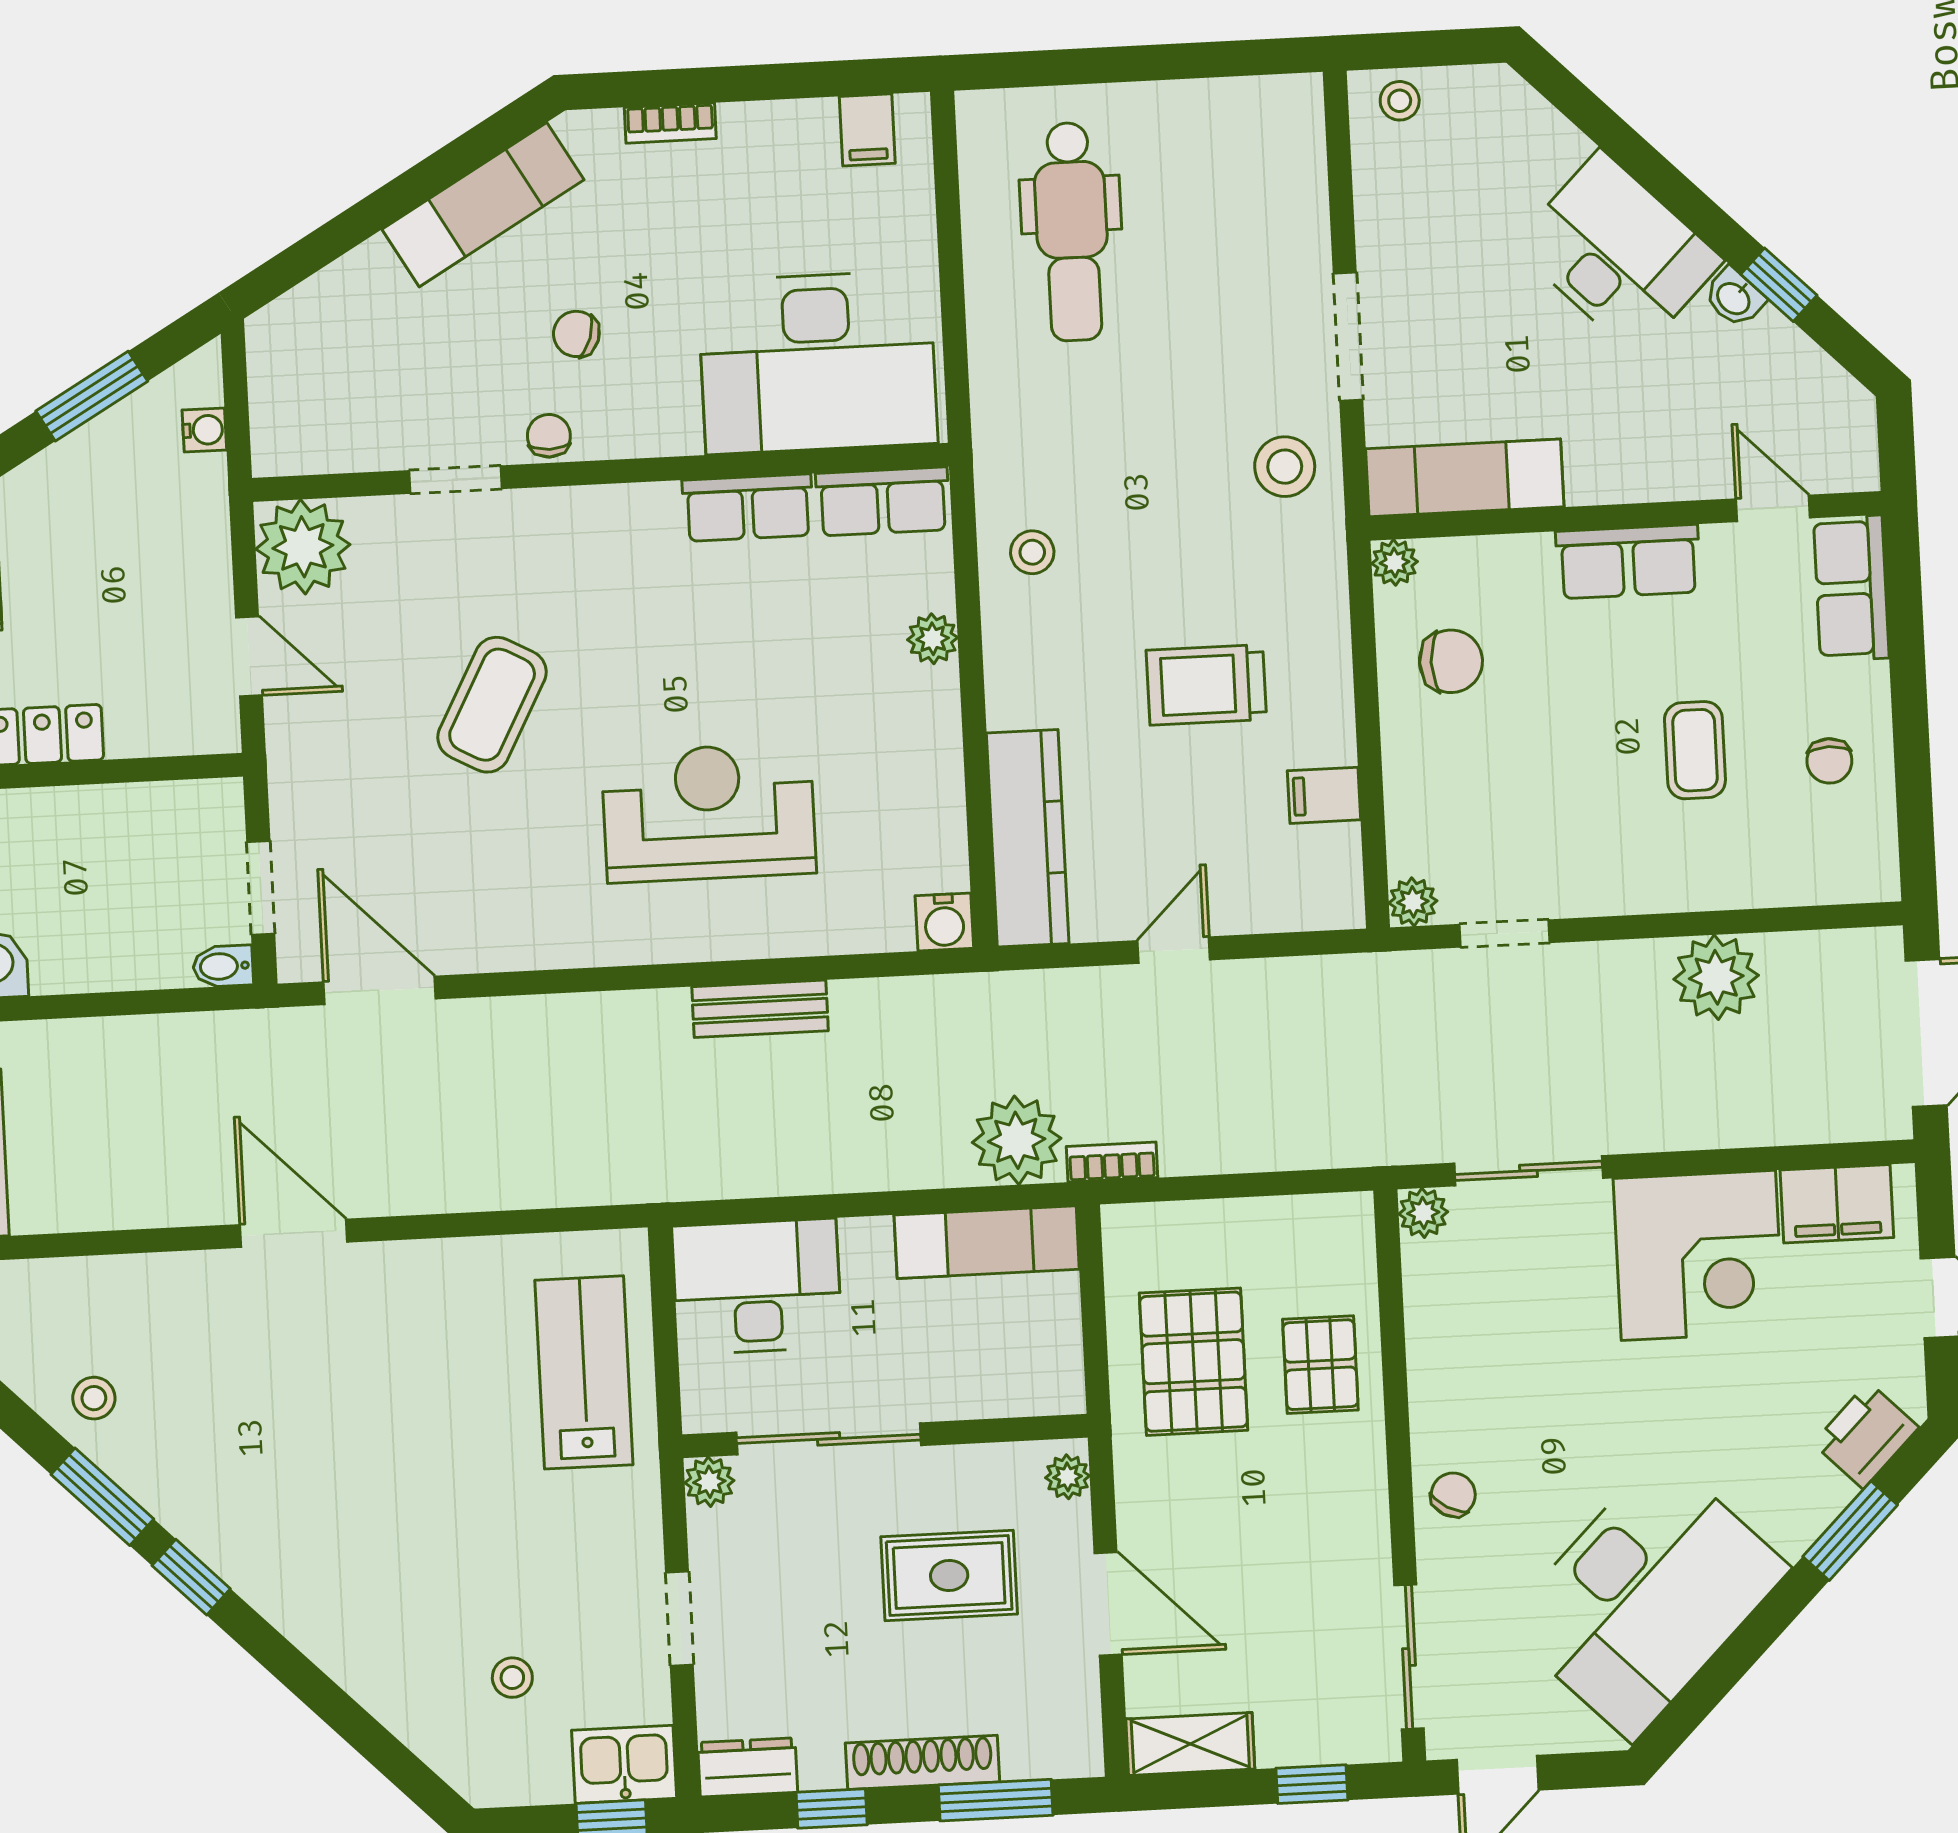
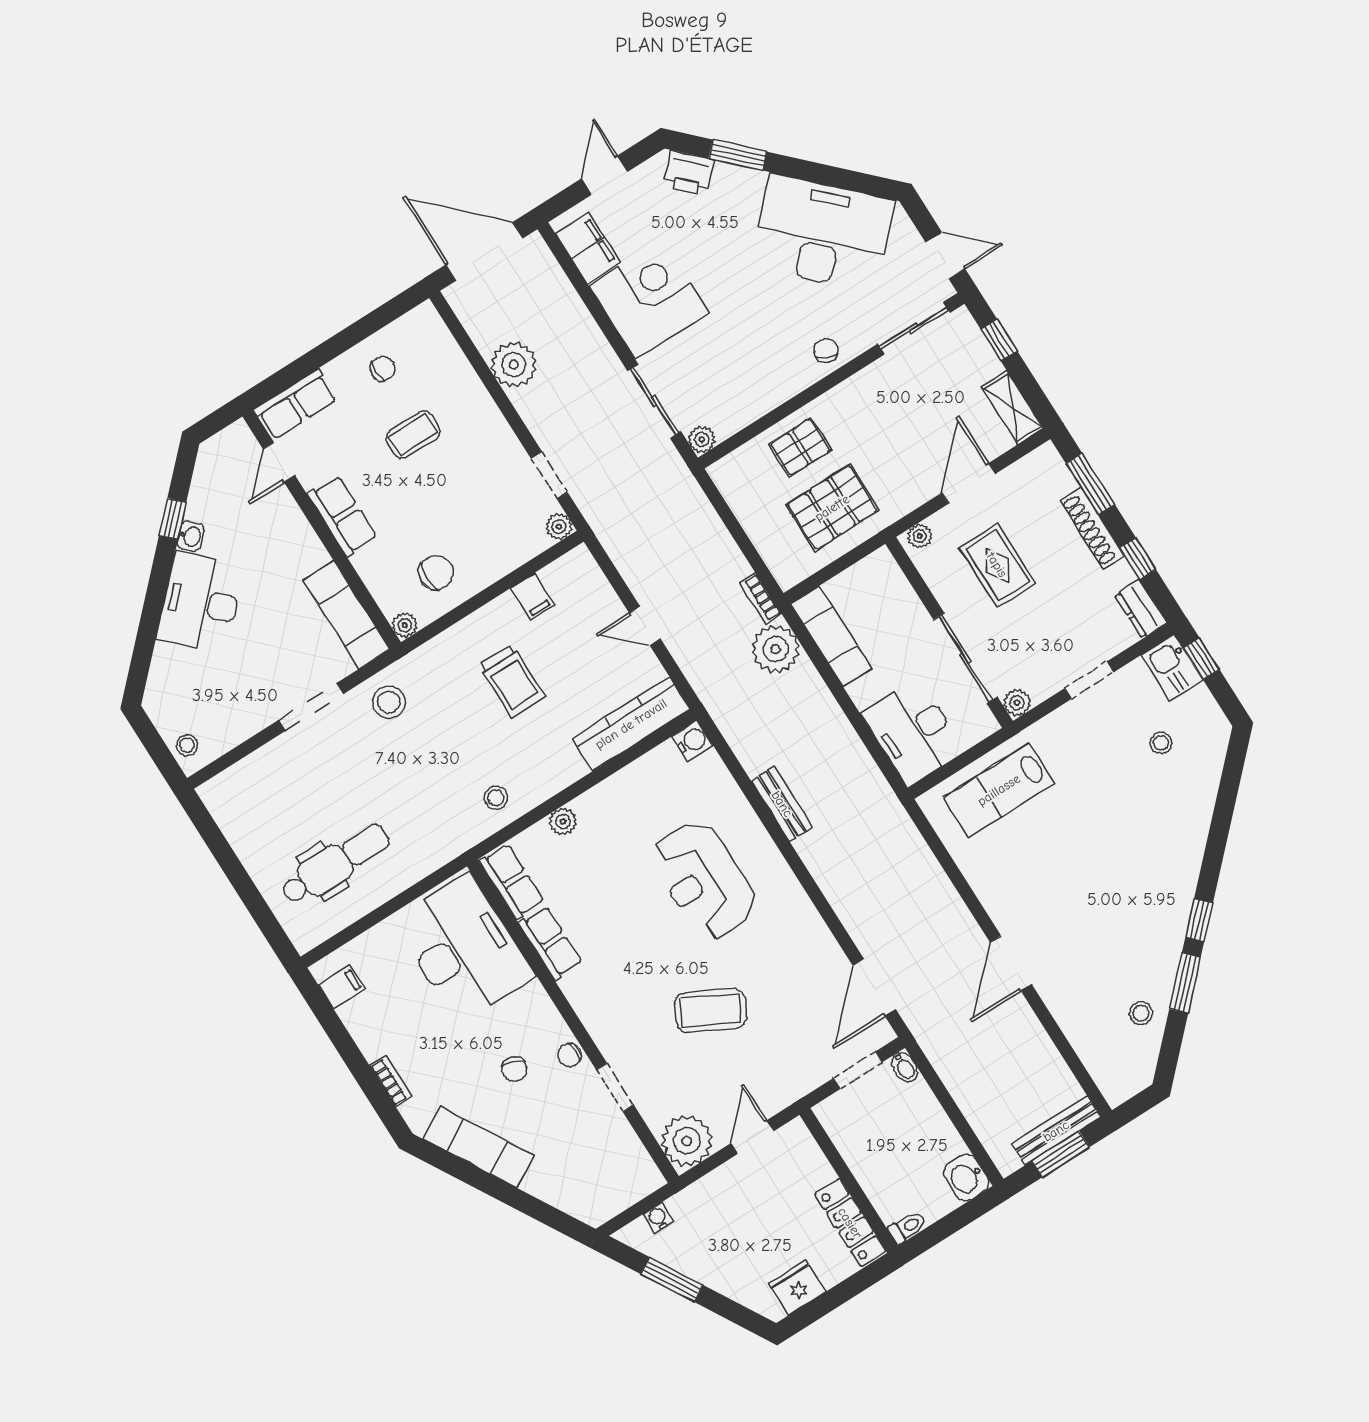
chair: (1451, 661) -> (436, 573), turned 90
chair: (1453, 1495) -> (826, 351), turned 88

